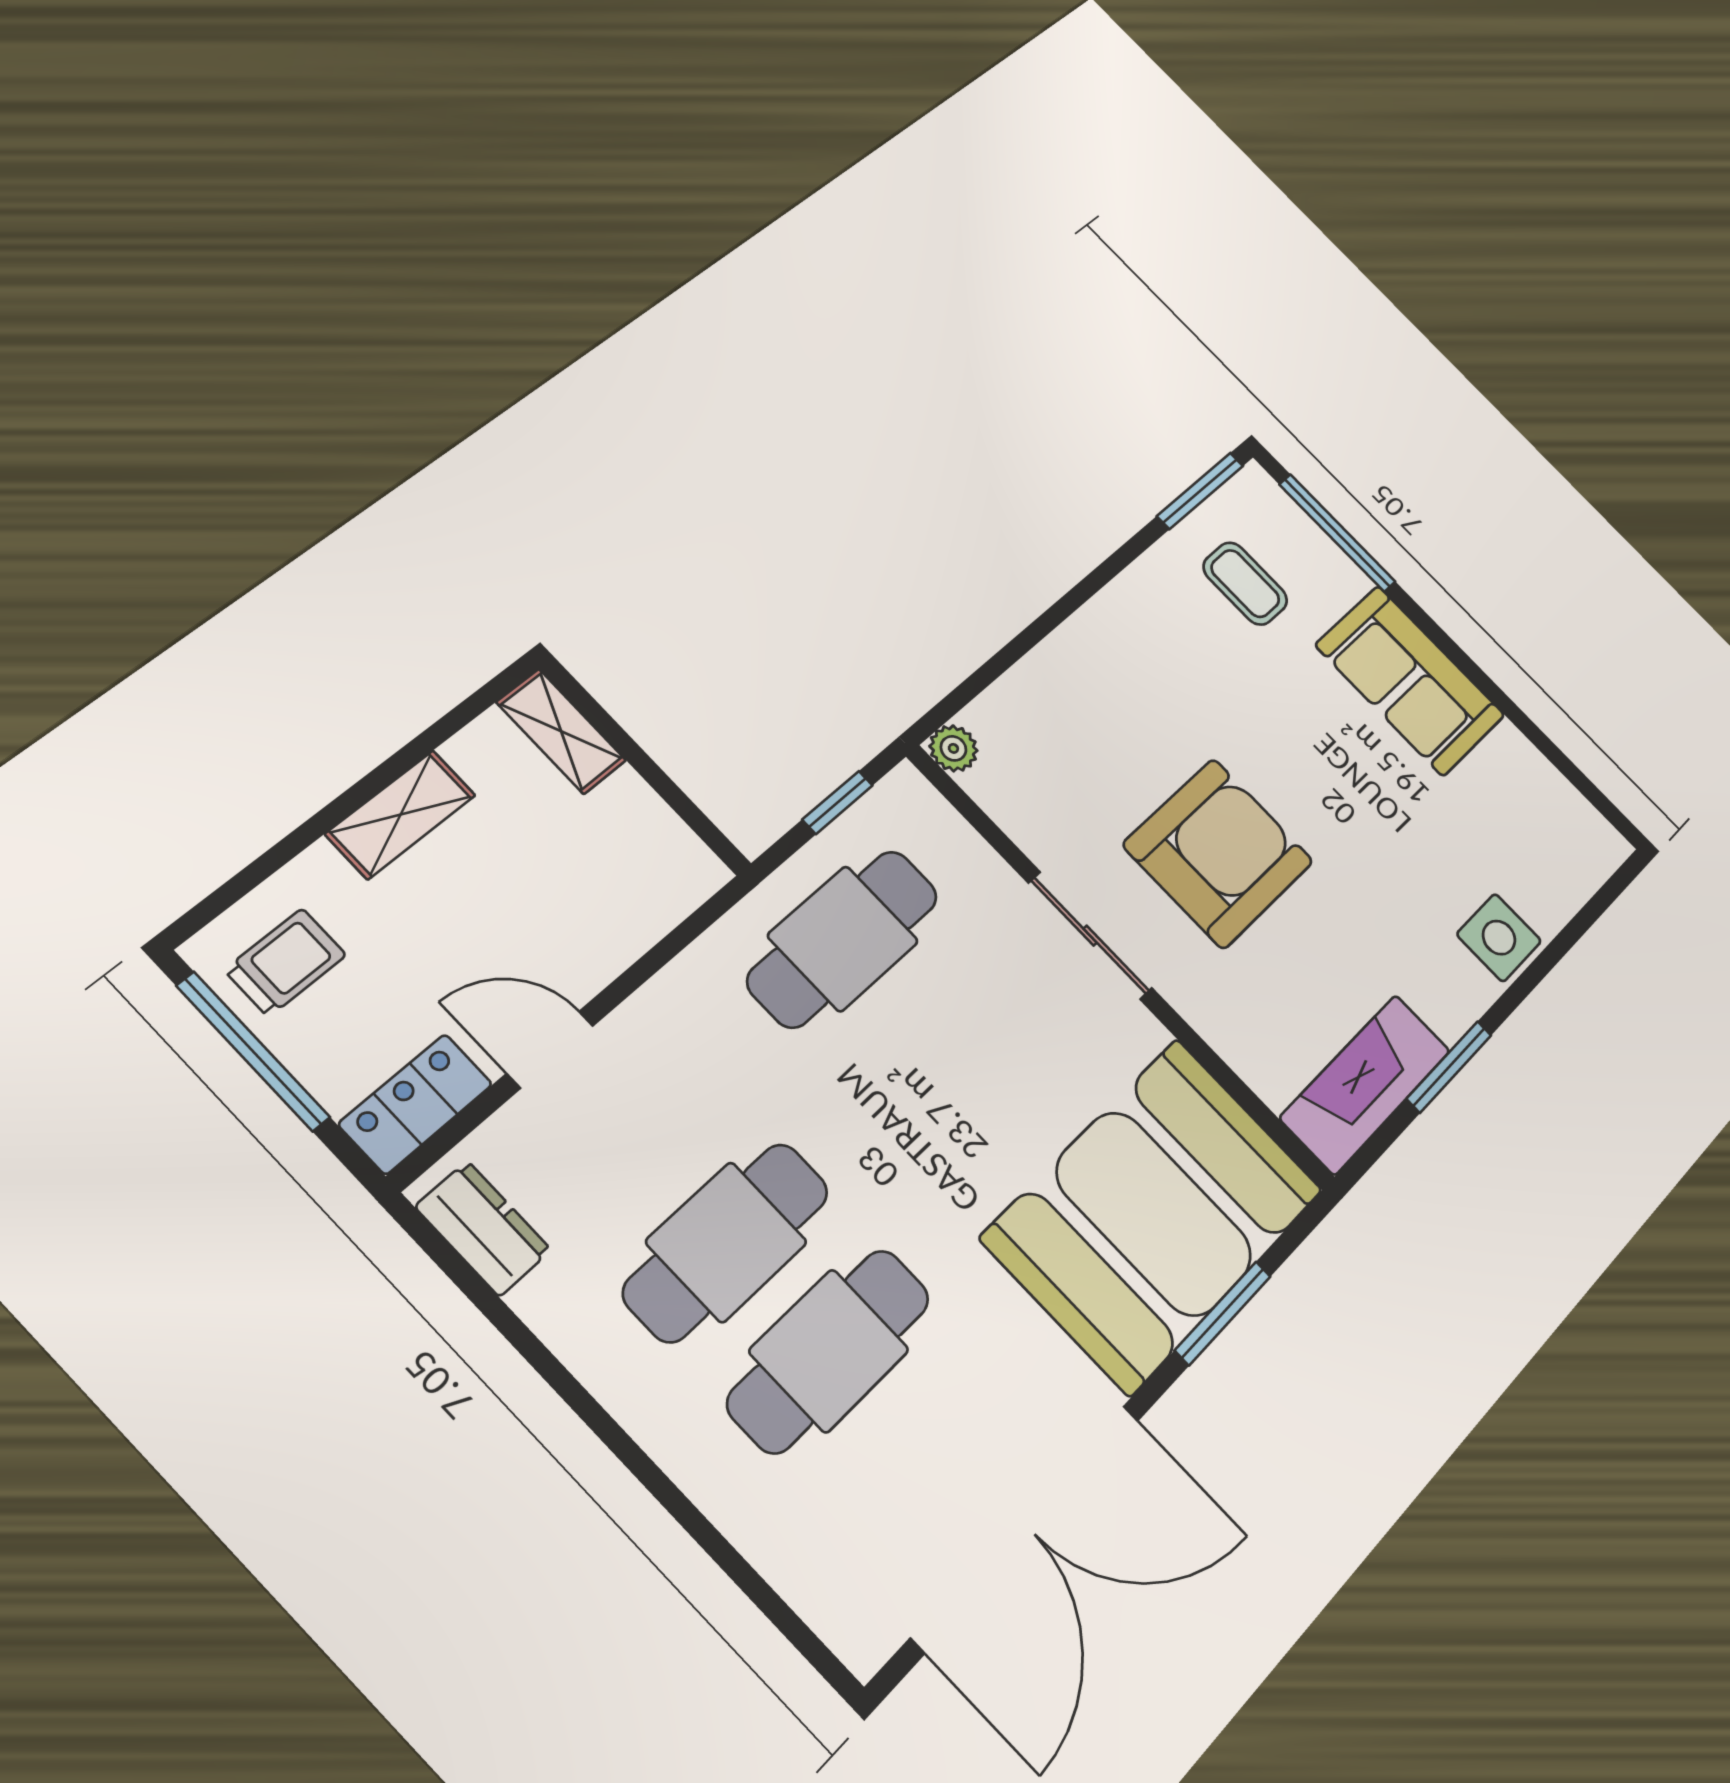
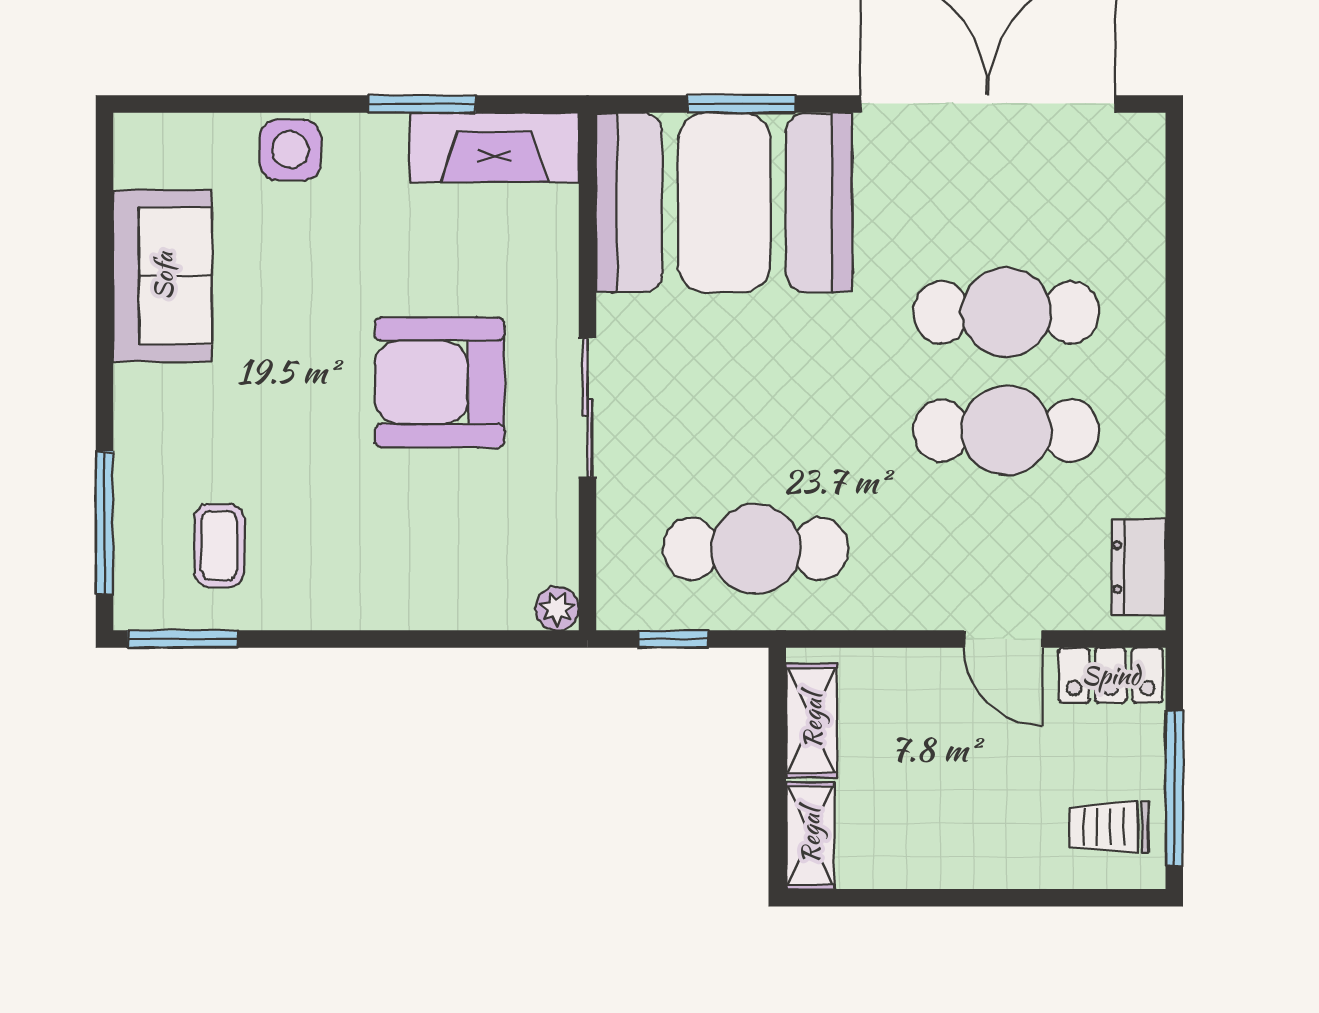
sofa: (1410, 680) -> (163, 276), moved
shelving: (401, 814) -> (812, 721), moved, turned 90

